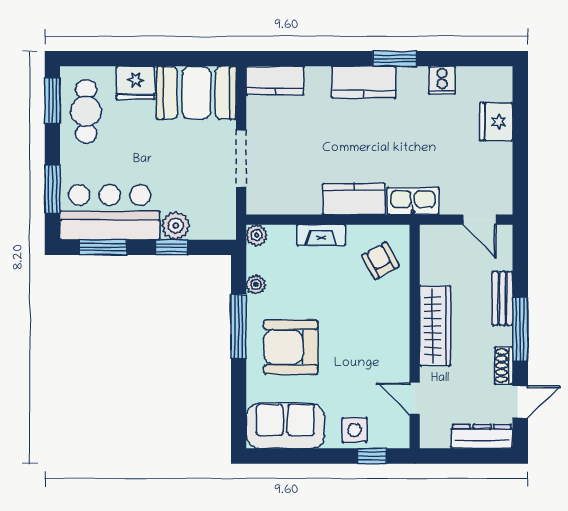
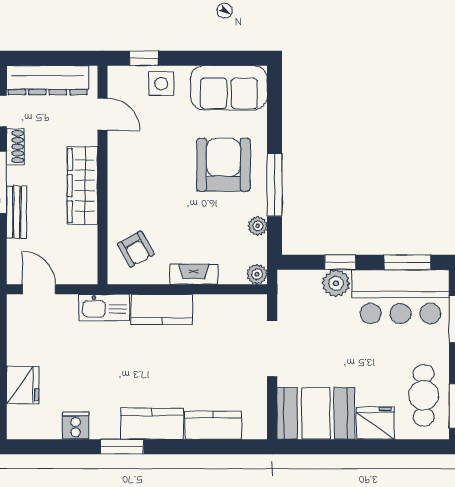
kitchen counter: (275, 81) -> (213, 425), moved
armchair: (291, 347) -> (223, 165), turned -90
dresser: (482, 436) -> (48, 80), width x1.37, depth x1.24

